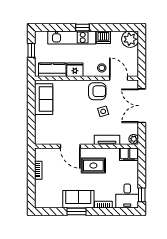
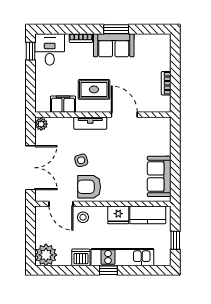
tv unit: (107, 140) -> (90, 123), moved
filing cabinet: (129, 154) -> (63, 104), moved

